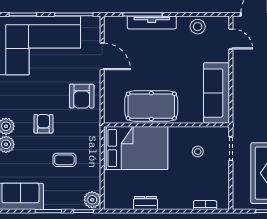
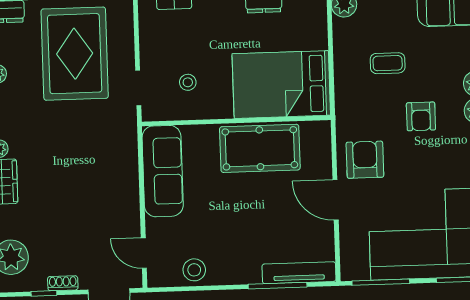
tv unit: (152, 22) -> (299, 273), moved
door: (102, 56) -> (336, 200), moved

